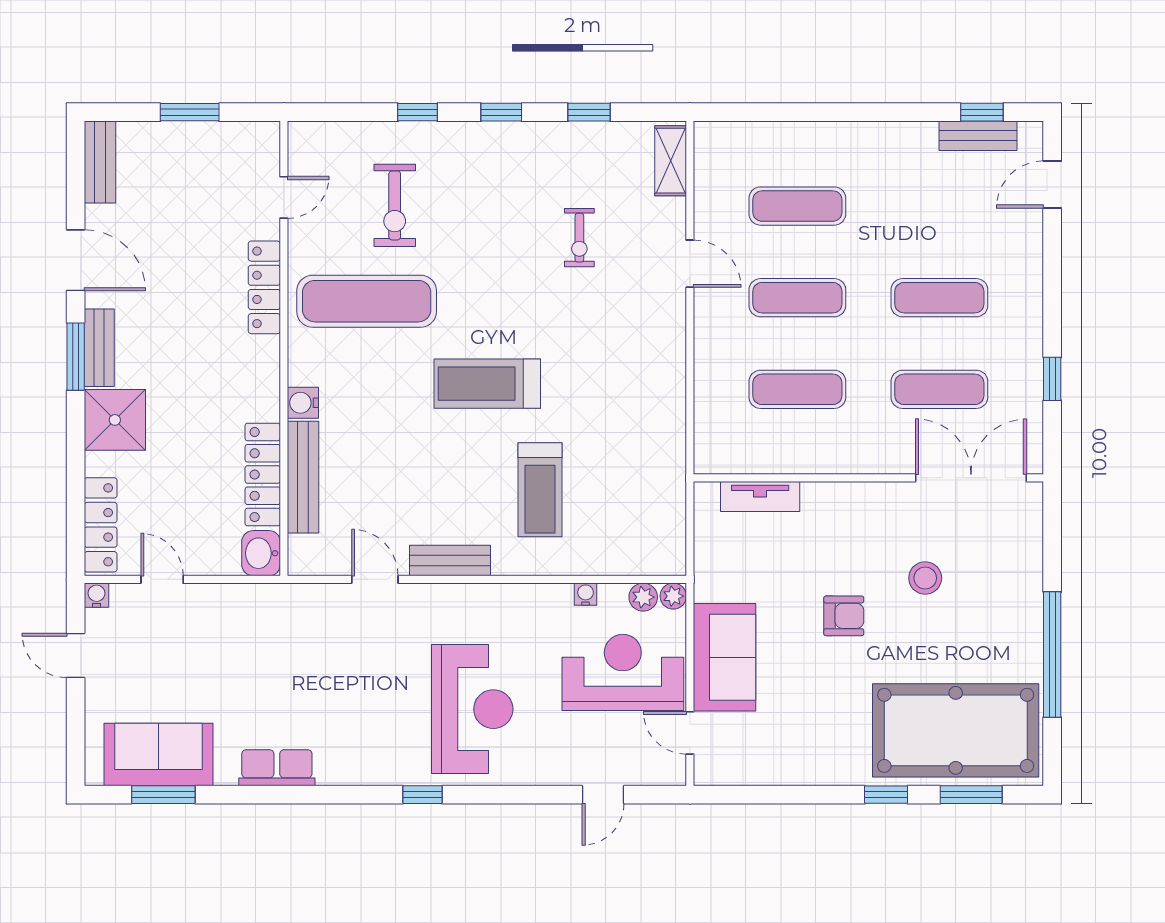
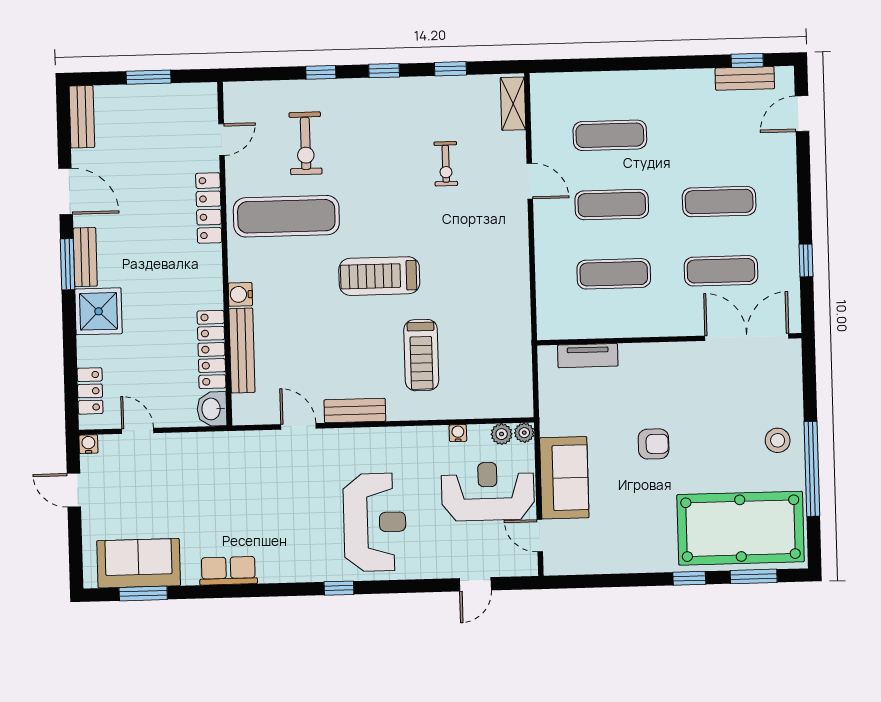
locker: (101, 525) -> (90, 391), width x0.66
stool: (925, 578) -> (778, 440), moved

